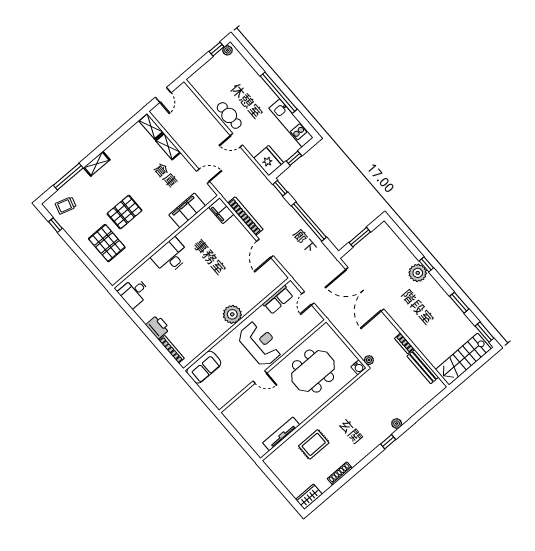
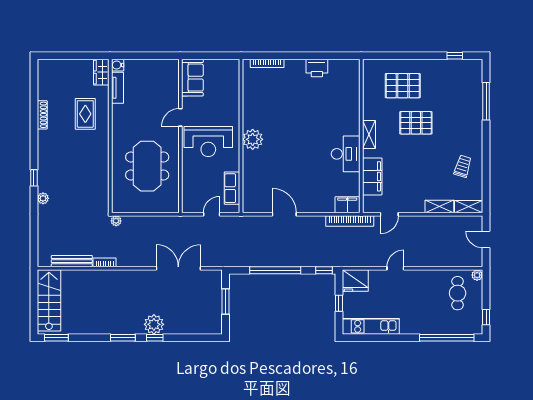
plant: (227, 50) -> (477, 275), moved
window: (279, 93) -> (447, 338), moved
cafe table: (229, 115) -> (458, 293), moved, turned 90
shelving: (97, 164) -> (369, 134), moved
trolley: (66, 205) -> (463, 166), moved
pallet: (125, 212) -> (416, 123), turned 90
bookcase: (245, 216) -> (350, 221), moved
desk: (171, 256) -> (346, 154), moved
double door: (365, 289) -> (178, 268), width x0.73
desk: (134, 292) -> (342, 73), removed
door: (308, 298) -> (212, 214), hinge flipped
window: (459, 303) -> (123, 338), moved
printer: (158, 327) -> (317, 68), moved
sofa: (204, 367) -> (192, 78), moved, turned 180
water cooler: (358, 367) -> (118, 65), moved
tv unit: (281, 434) -> (117, 88), width x0.71
wardrobe: (309, 497) -> (101, 72), moved, turned 180

